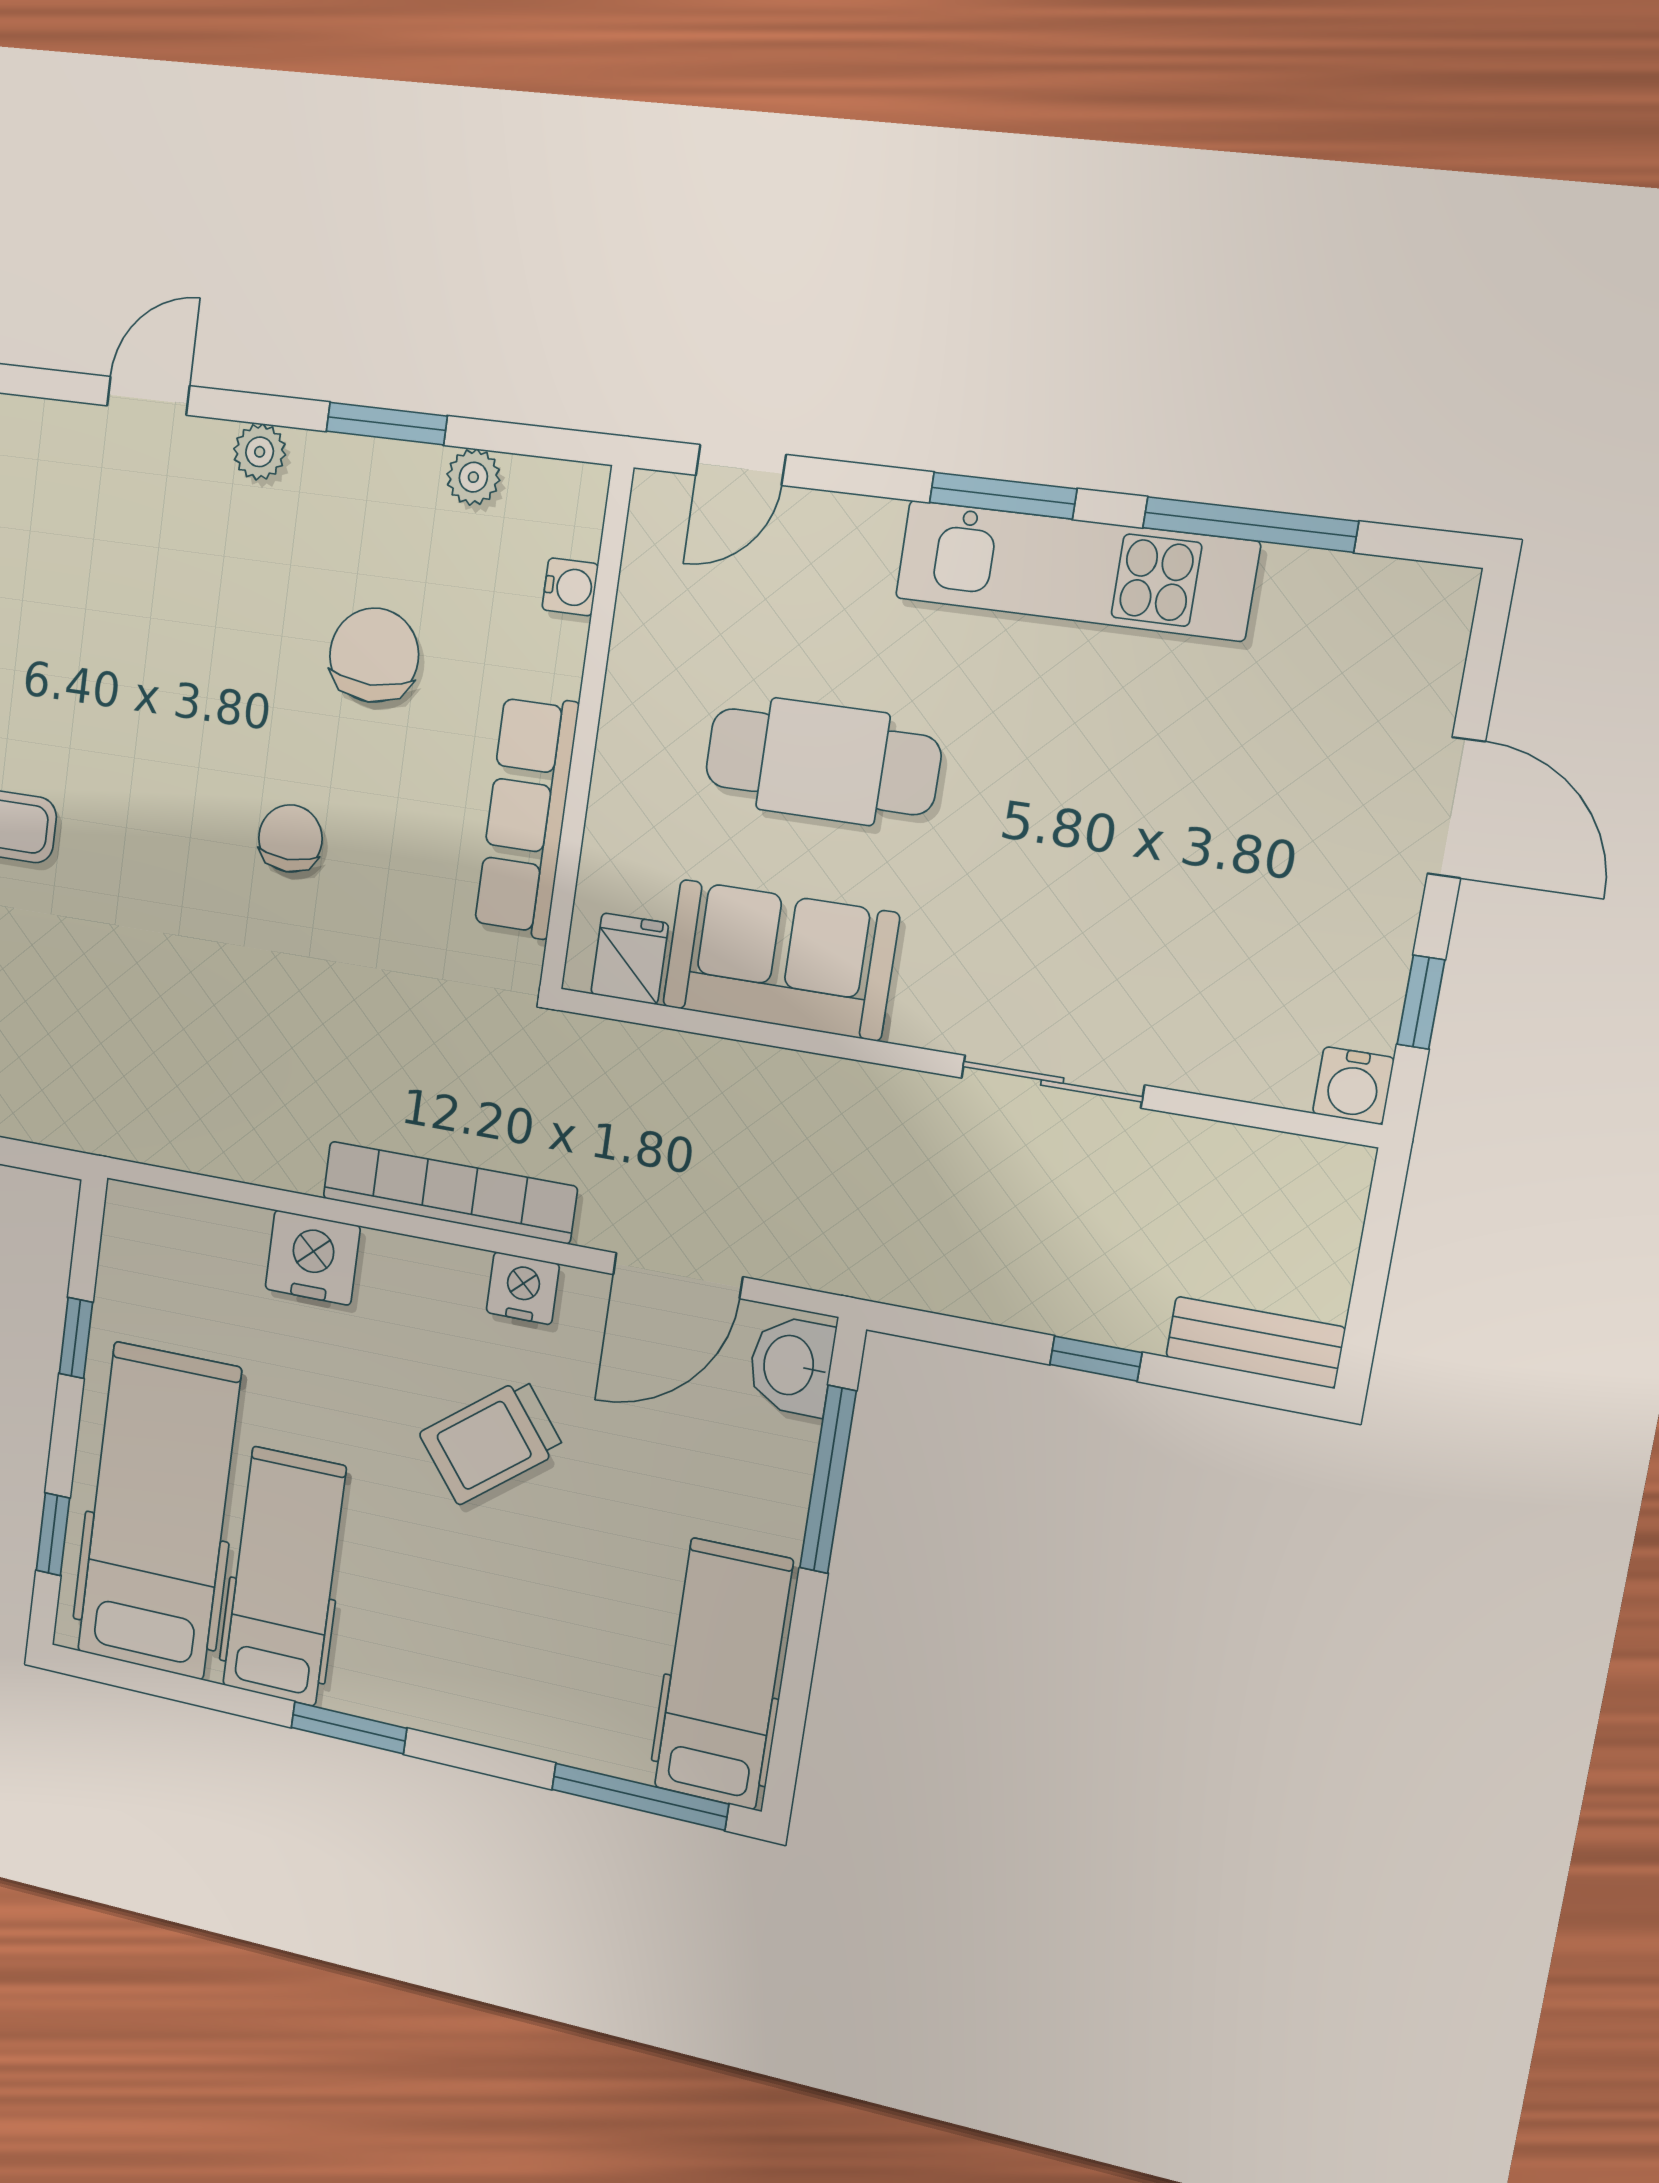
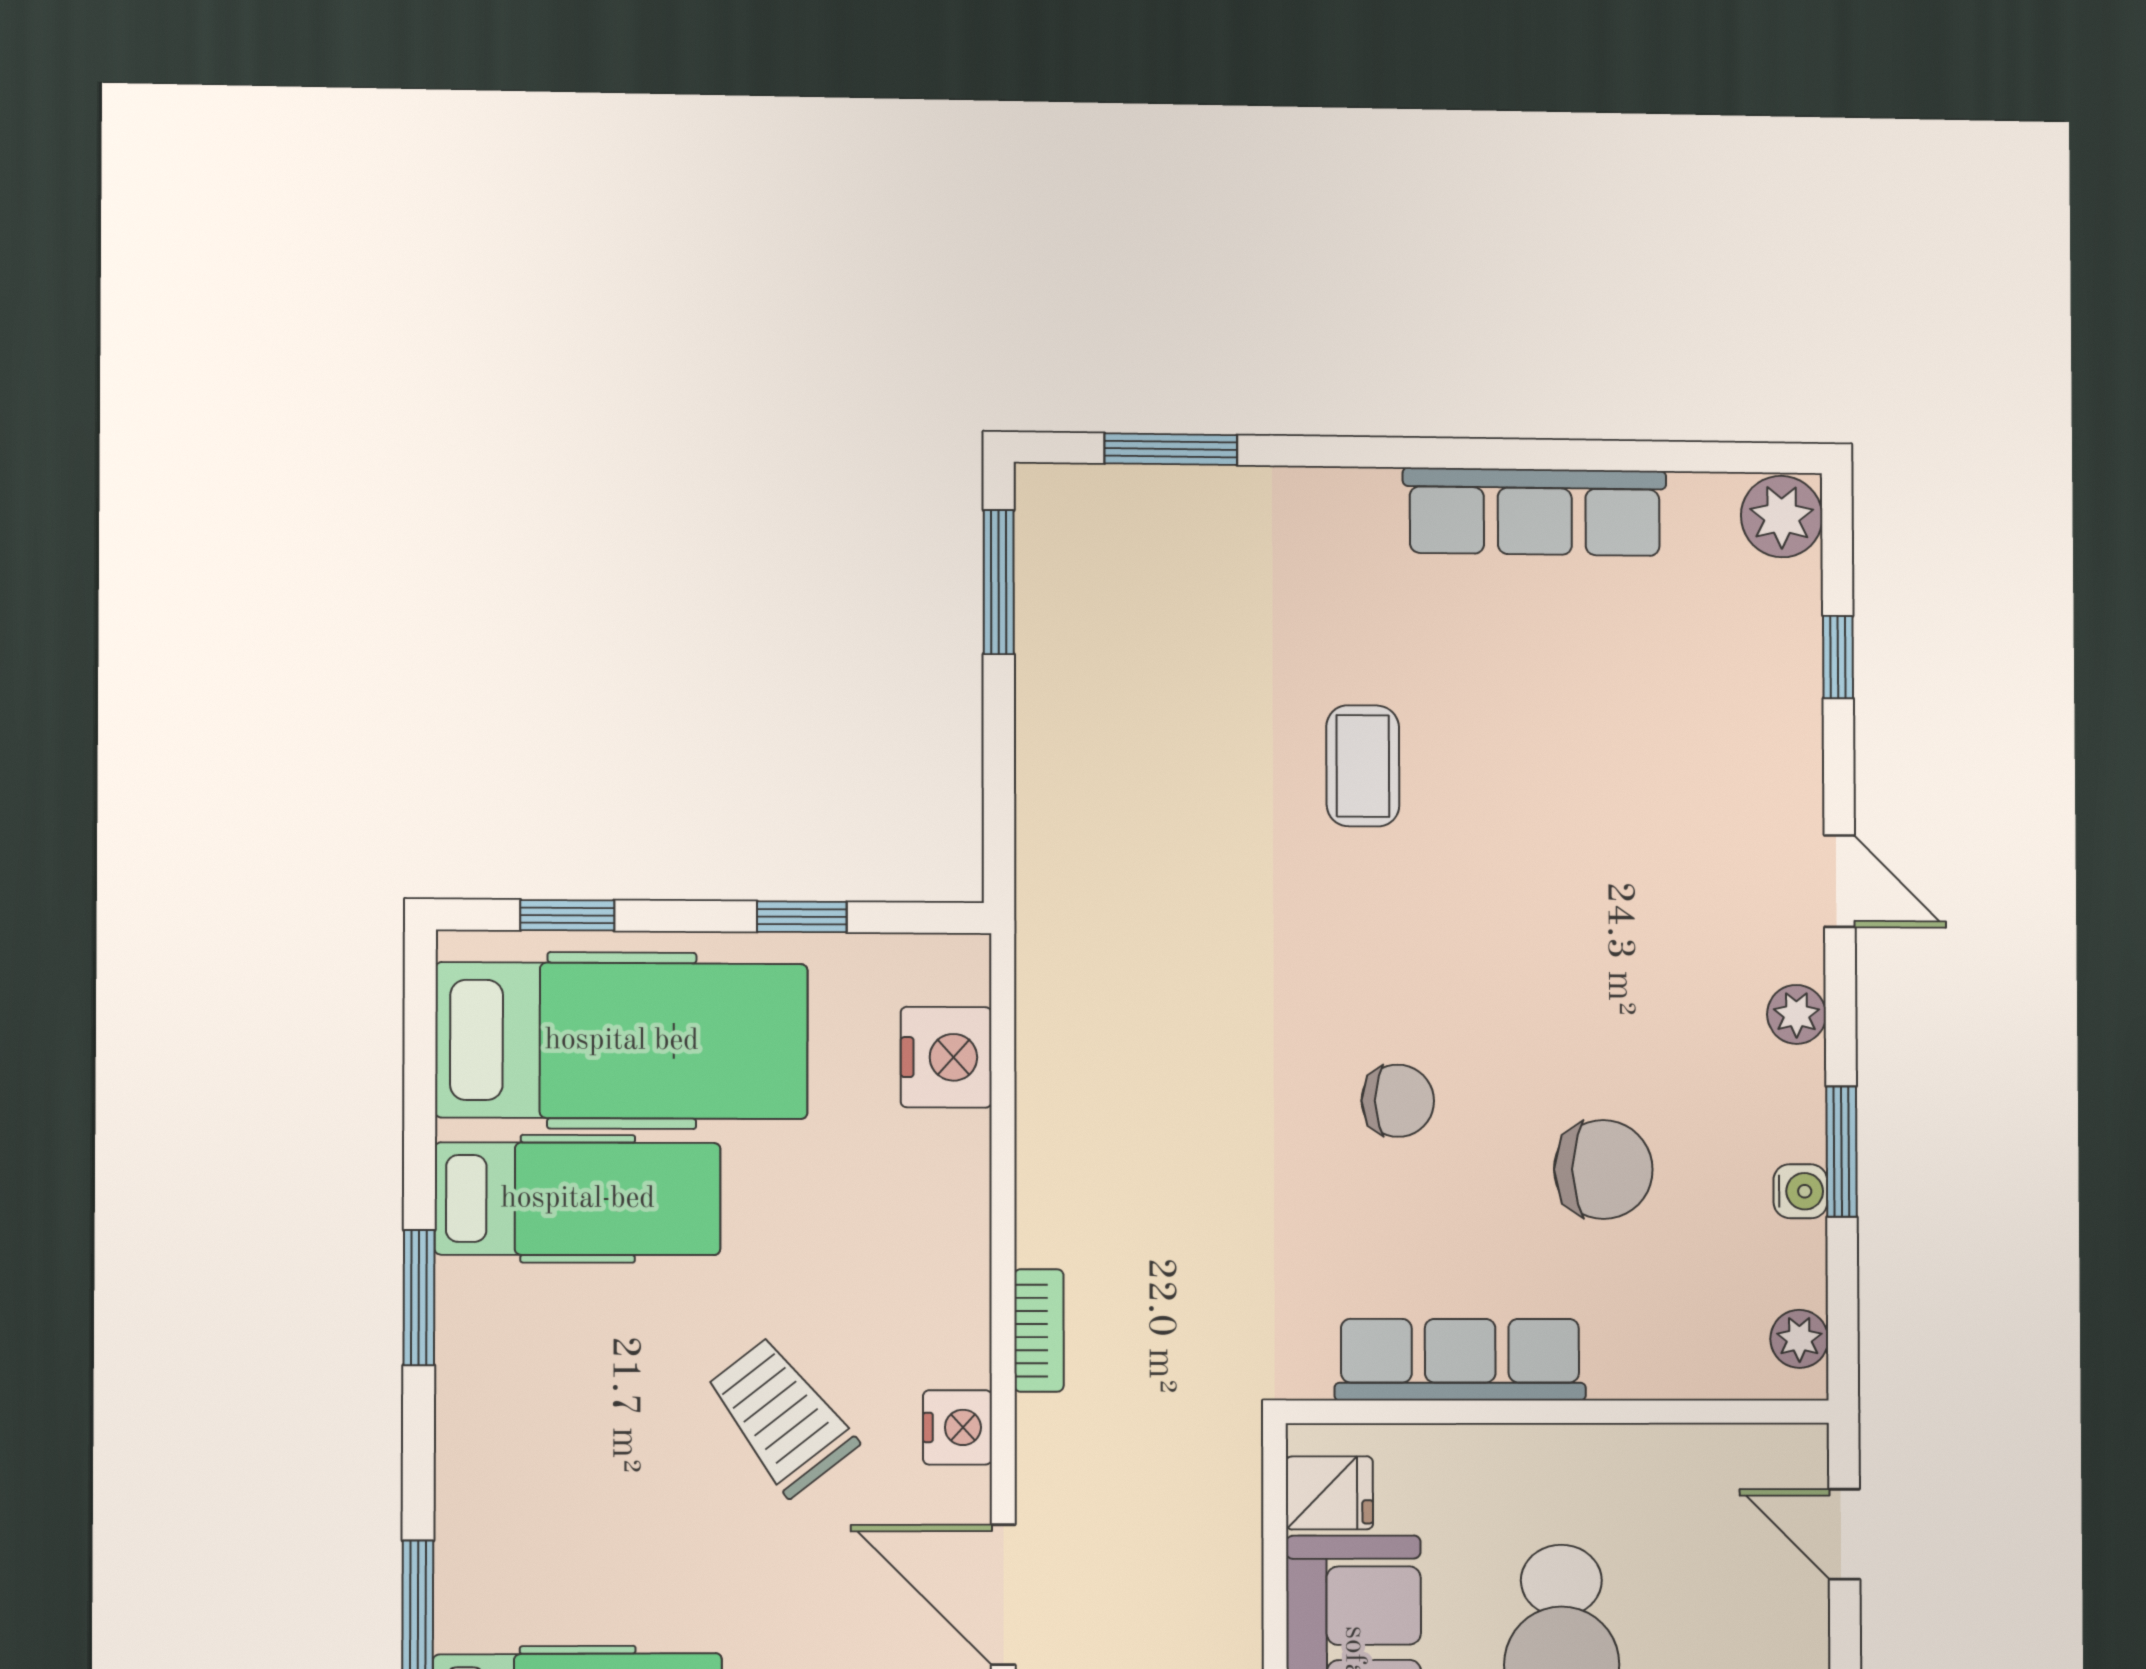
plant: (473, 477) -> (1799, 1339), moved
water cooler: (570, 587) -> (1800, 1191), moved, turned -90
bookcase: (449, 1192) -> (1039, 1330), width x0.43, depth x0.76
nightstand: (313, 1258) -> (946, 1057), moved

